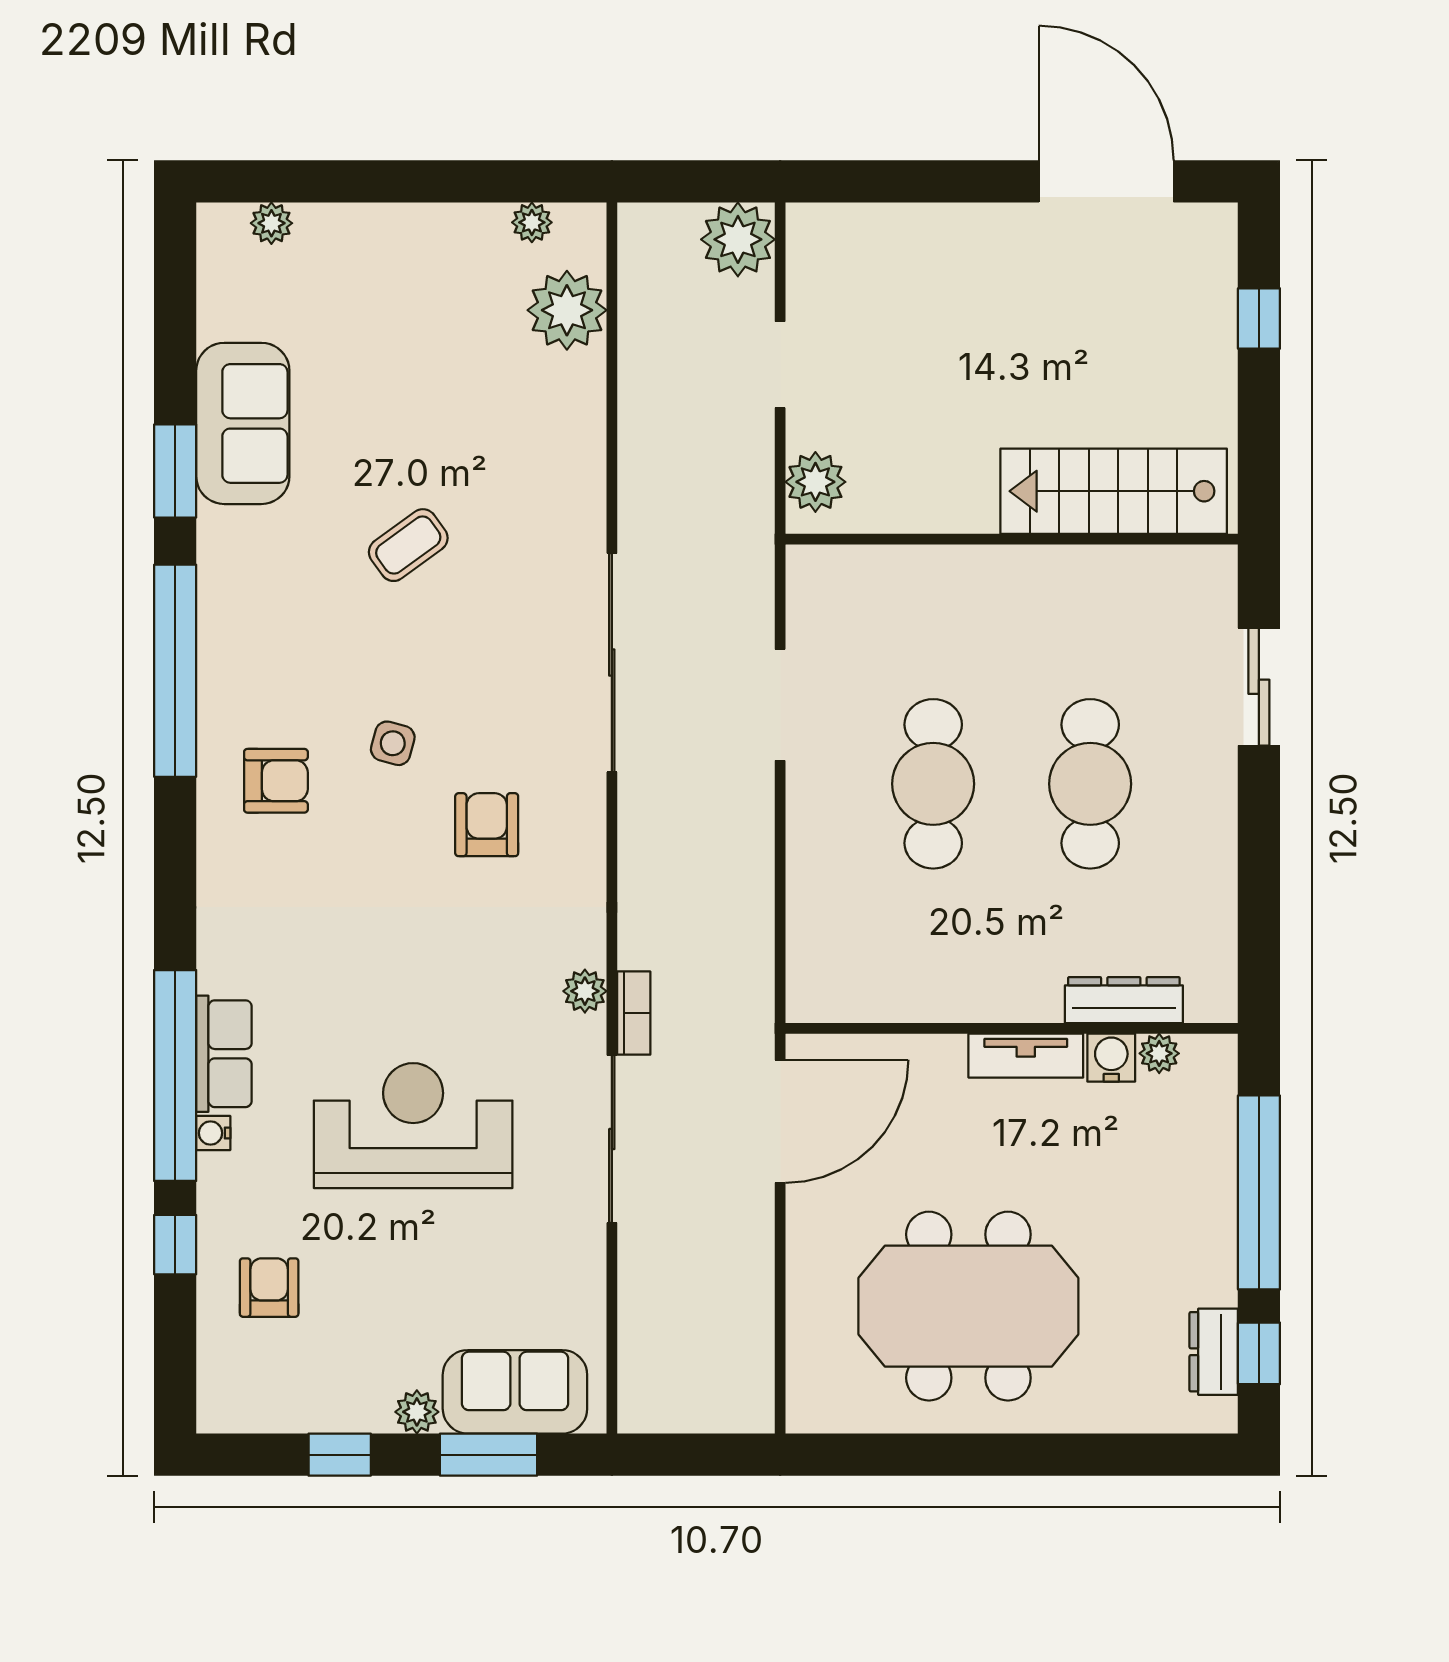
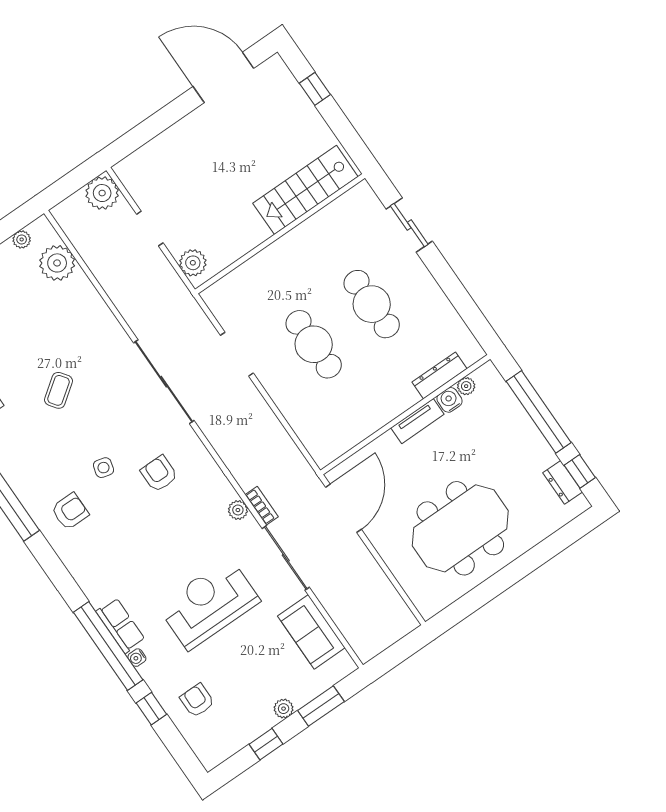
sofa: (515, 1392) -> (311, 632), moved, turned -90

